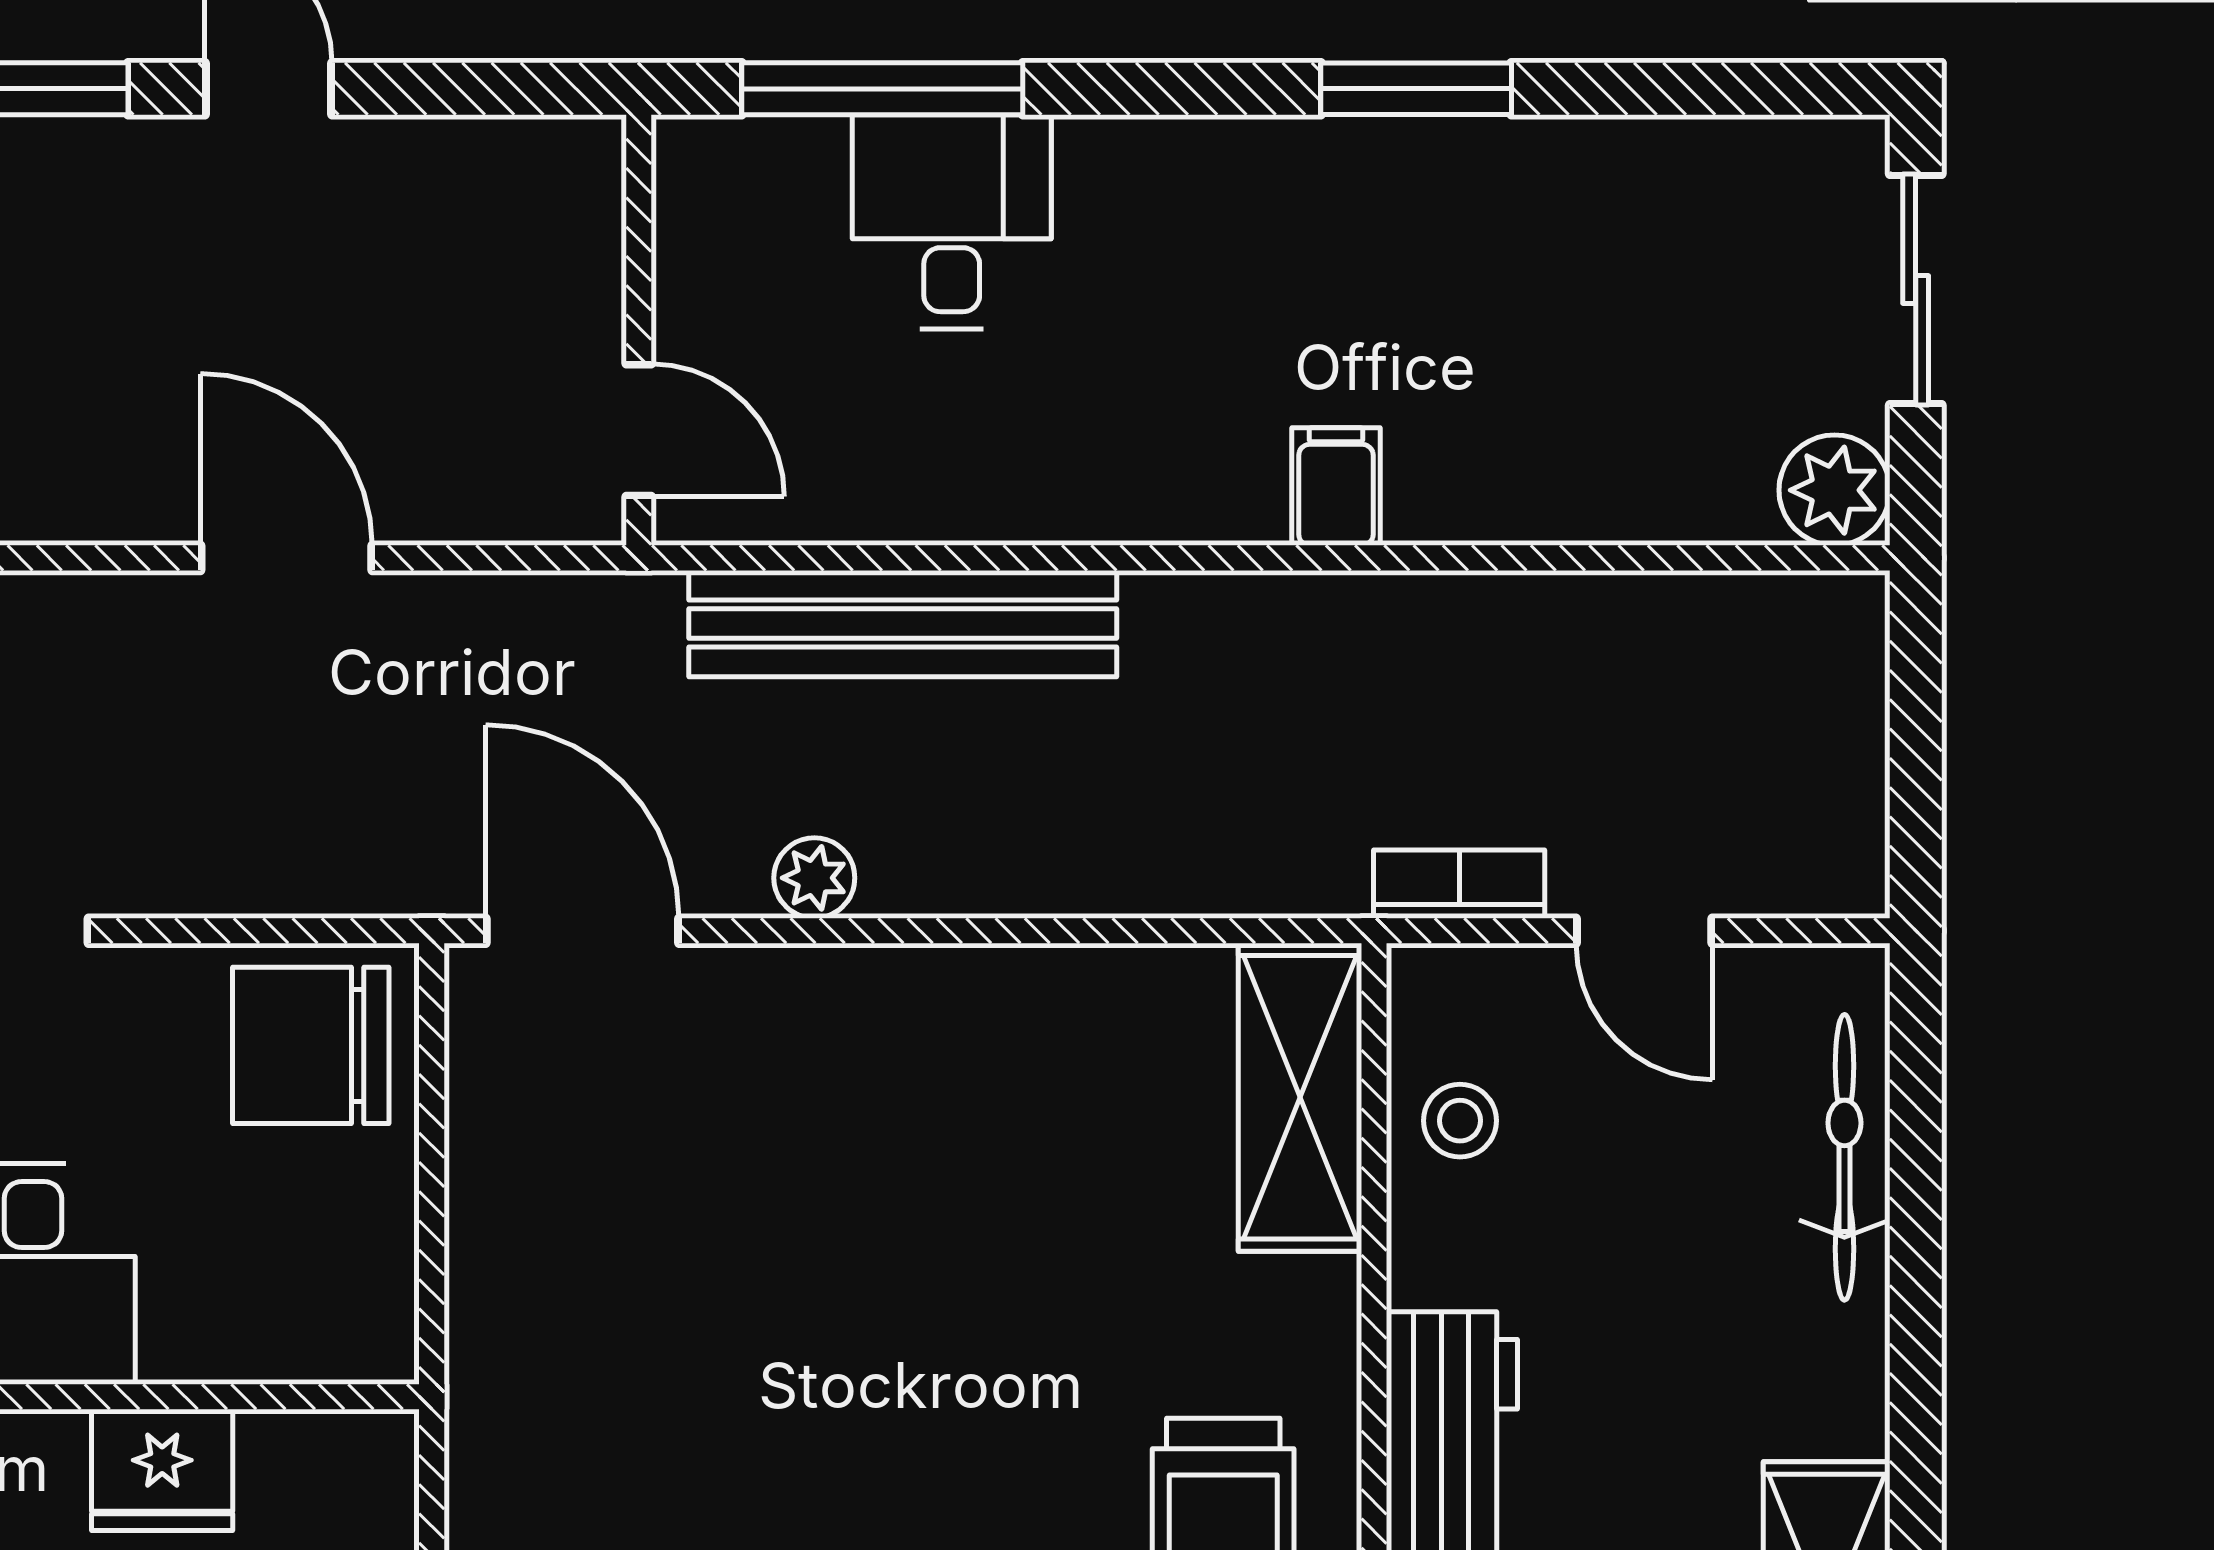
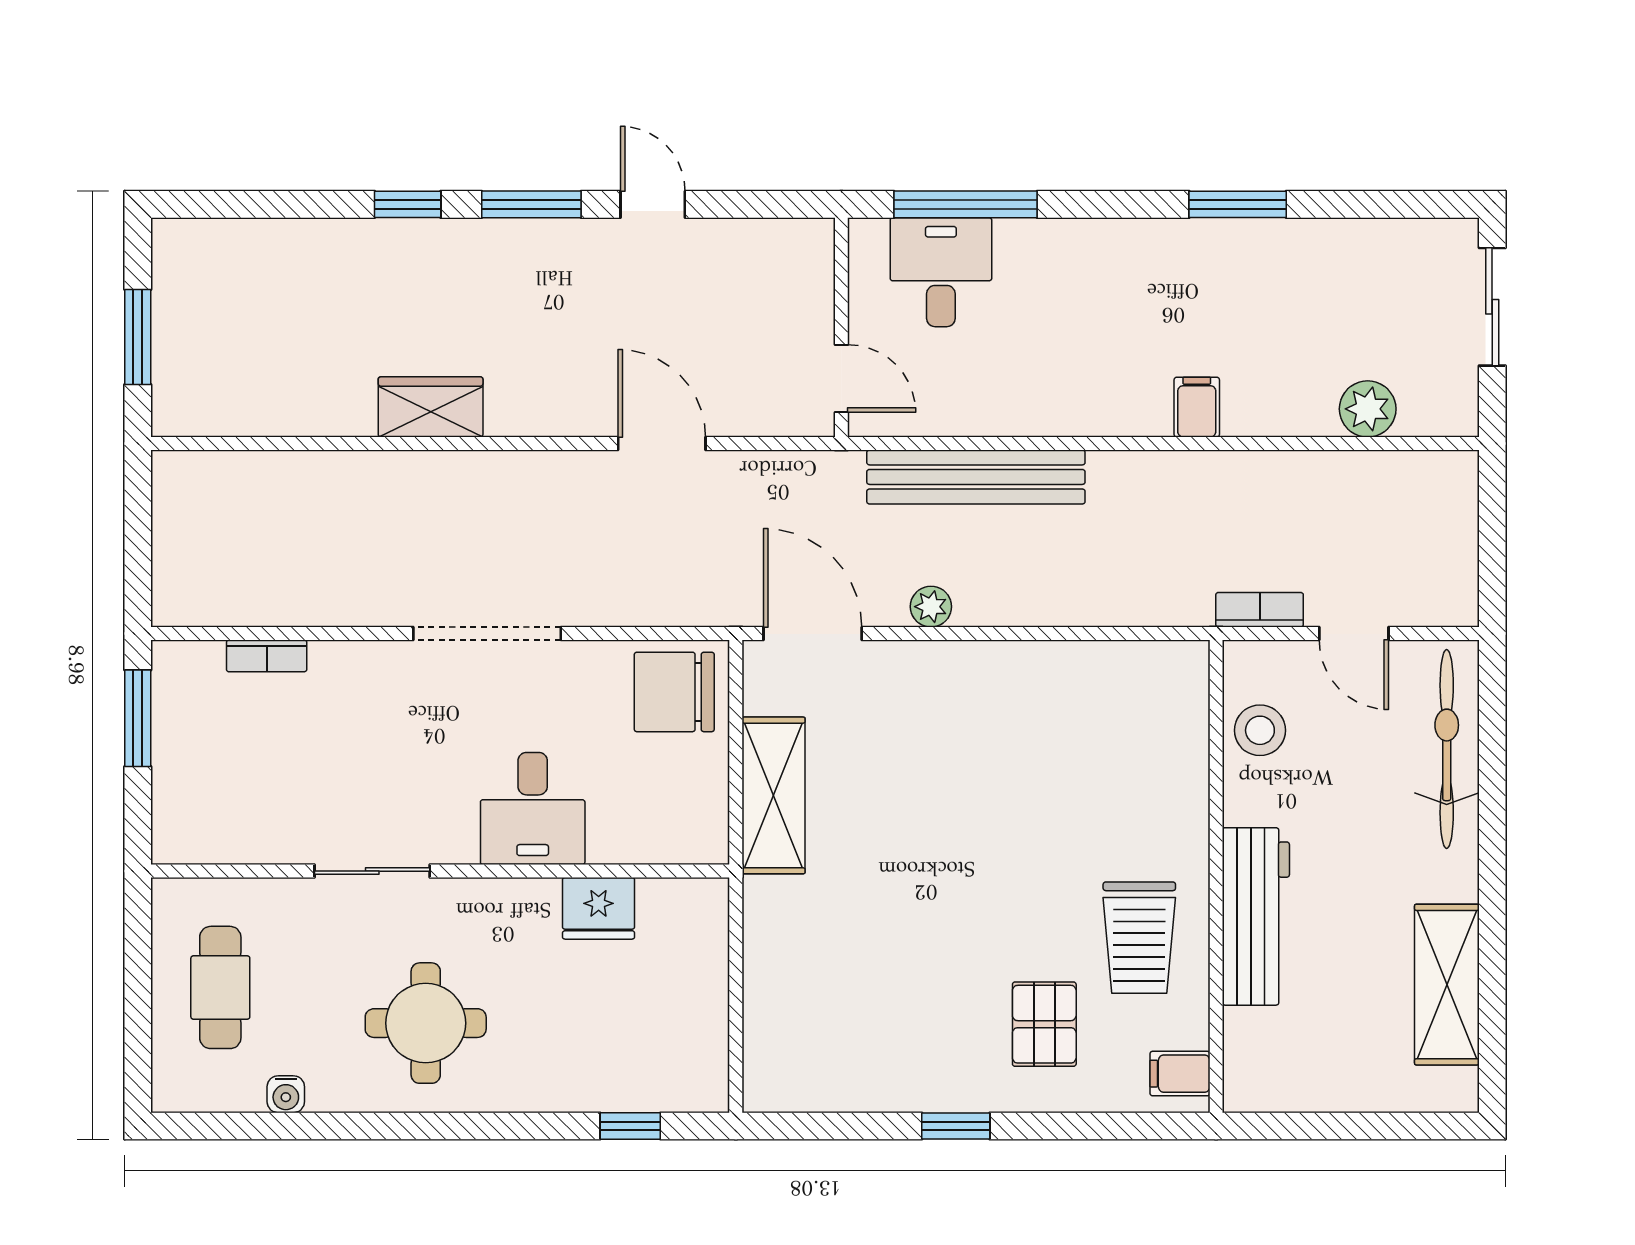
desk: (952, 222) -> (941, 272), moved
plant: (1834, 490) -> (1368, 409), moved
shelving: (1300, 1097) -> (774, 795), moved
stool: (1460, 1121) -> (1260, 730), width x1.37, depth x1.37
bicycle: (1844, 1157) -> (1447, 749), width x1.37, depth x1.40

